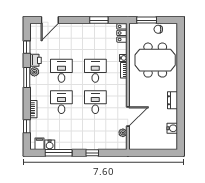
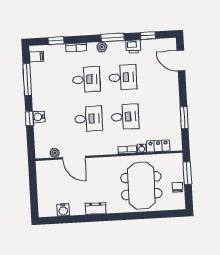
locker: (122, 33) -> (158, 146), moved
plant: (34, 72) -> (102, 47), moved
water cooler: (50, 145) -> (39, 117), moved

